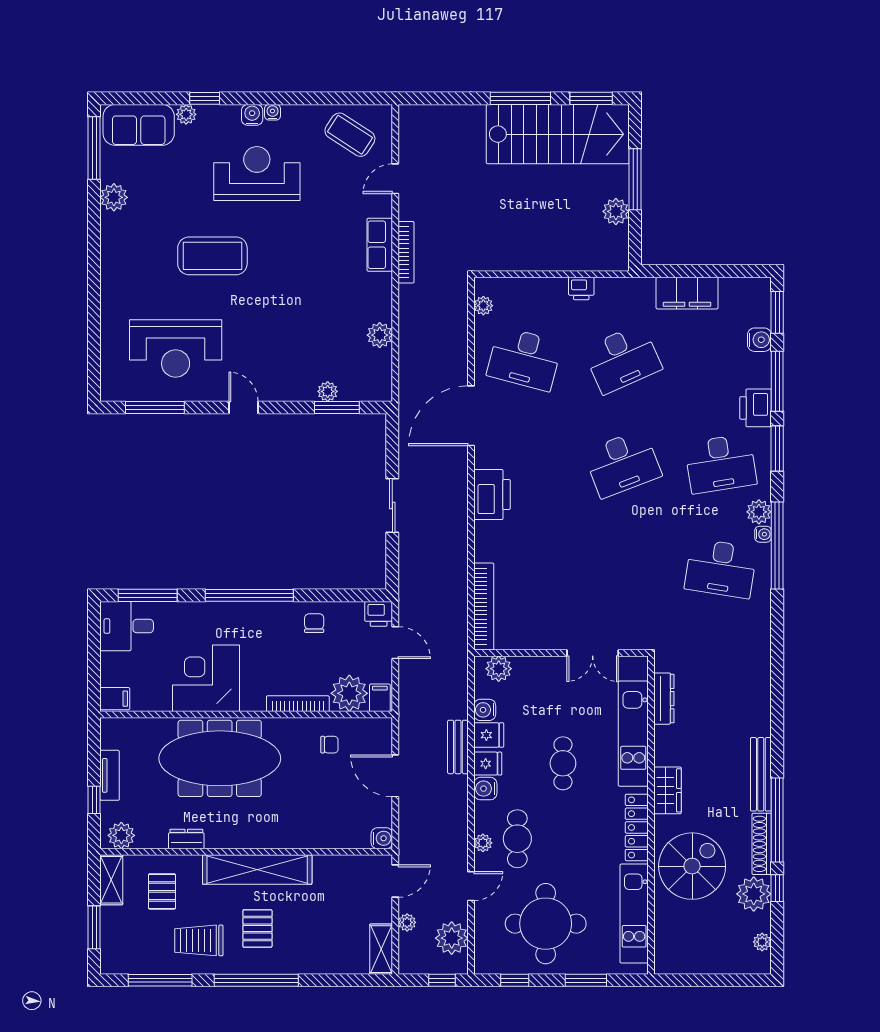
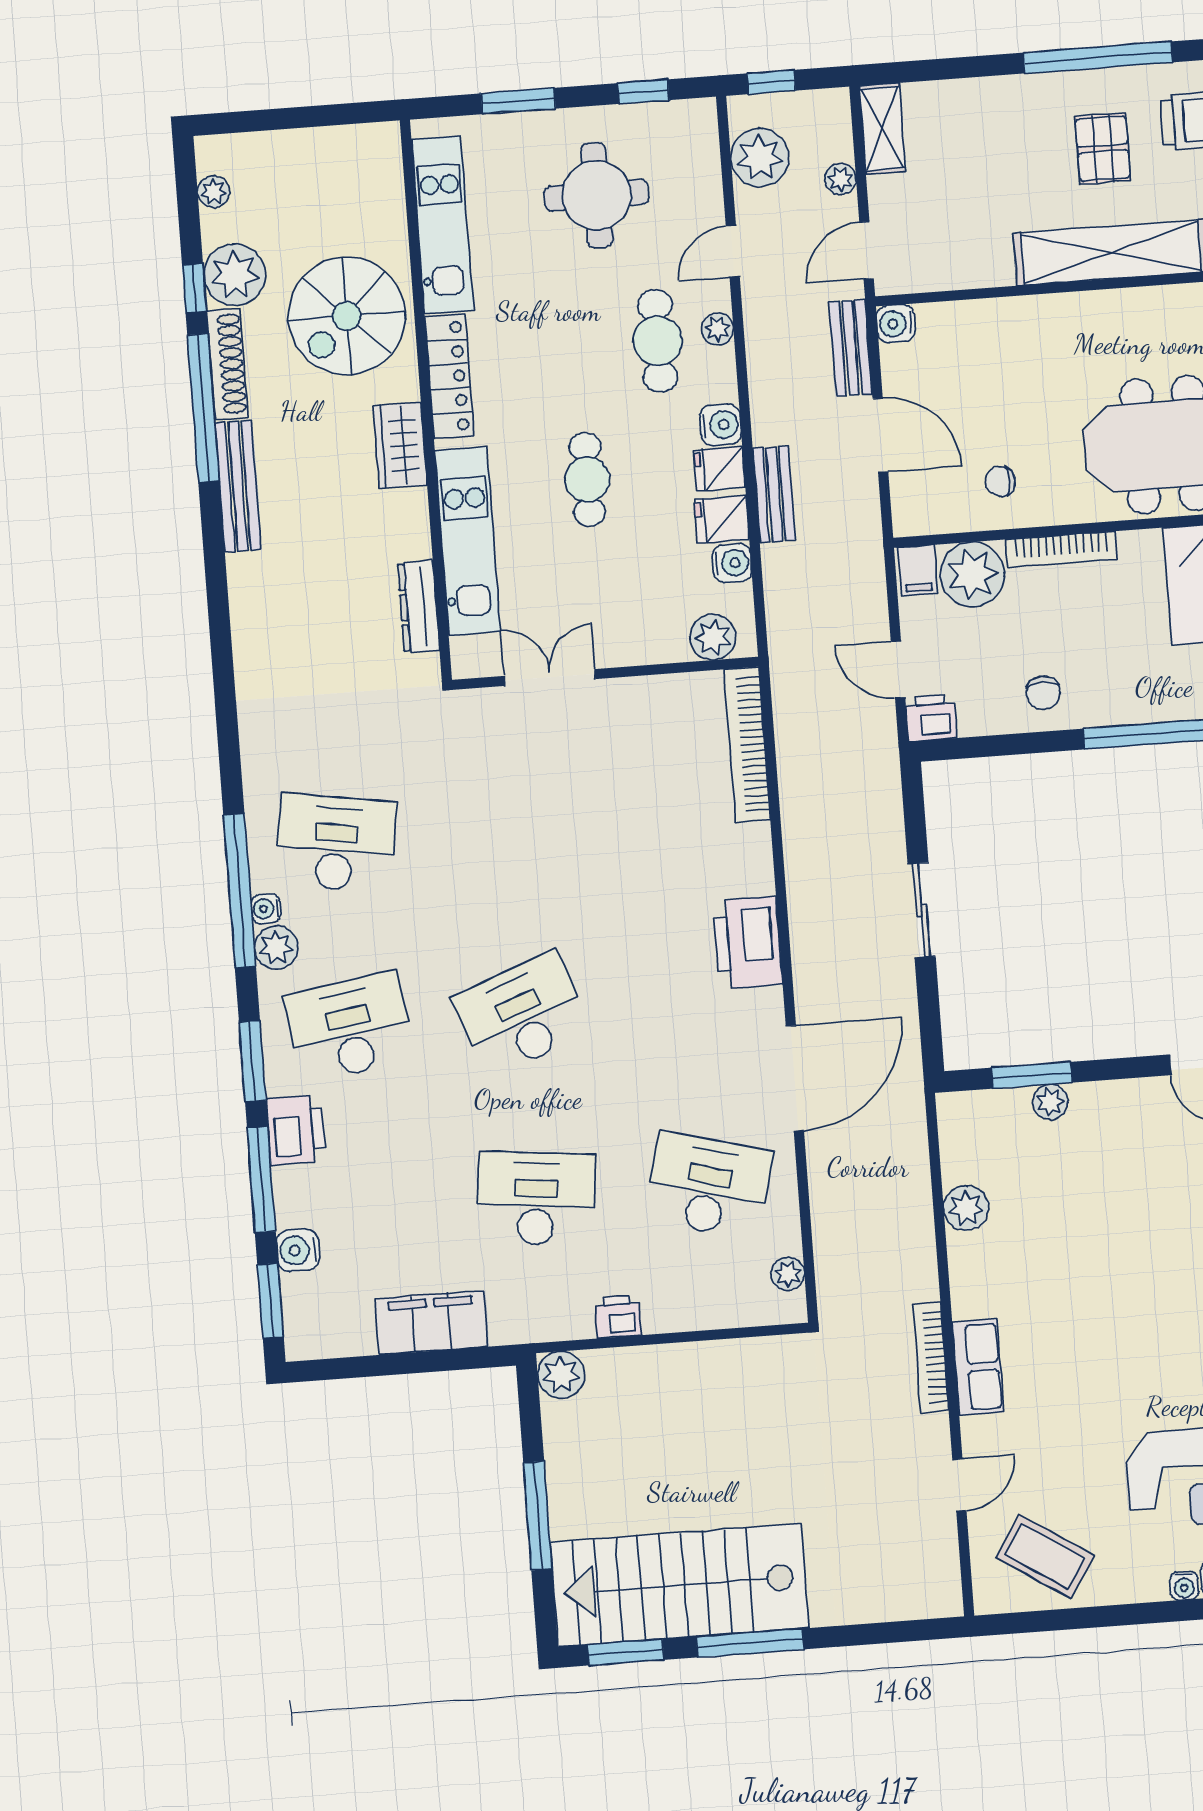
plant: (616, 211) -> (561, 1375), moved
desk: (623, 359) -> (536, 1199), turned 30
bench: (408, 826) -> (851, 348), added
round table: (546, 924) -> (597, 195), width x0.73, depth x0.73

